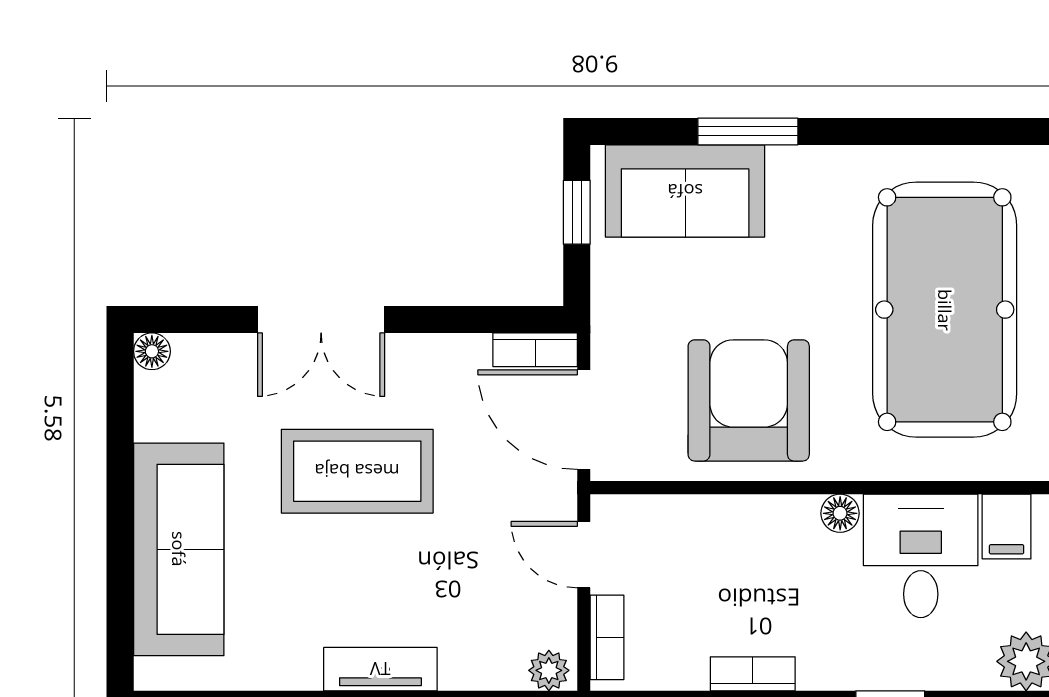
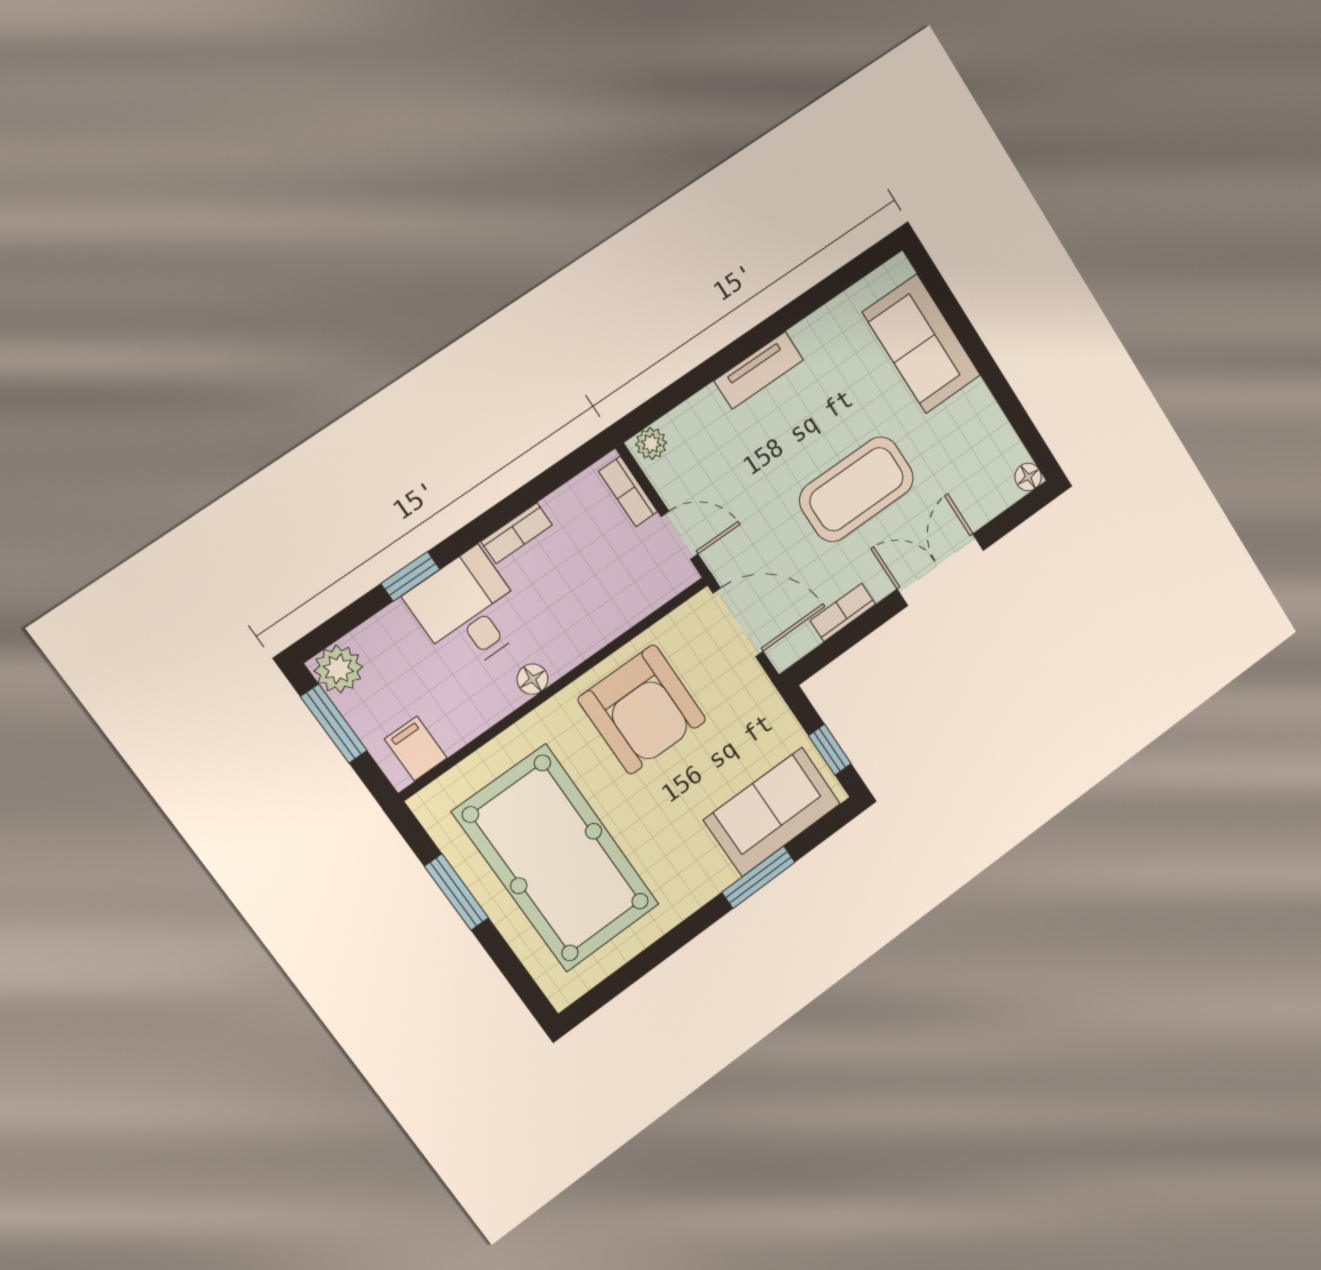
bookcase: (535, 350) -> (843, 612), moved
sofa: (179, 549) -> (922, 344), width x0.73
desk: (921, 556) -> (468, 611), moved, turned 180

